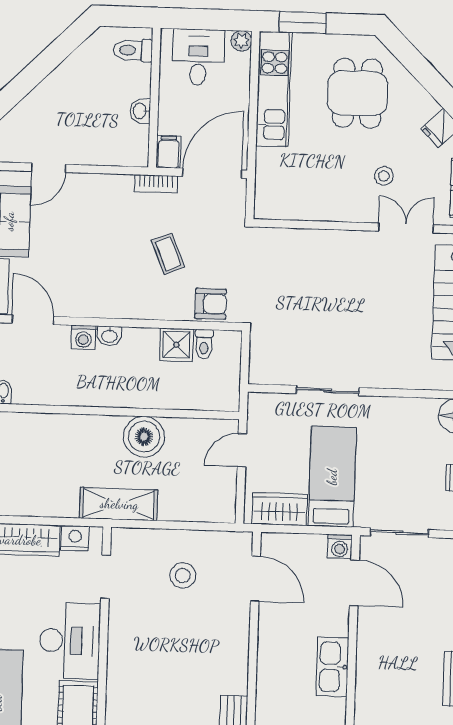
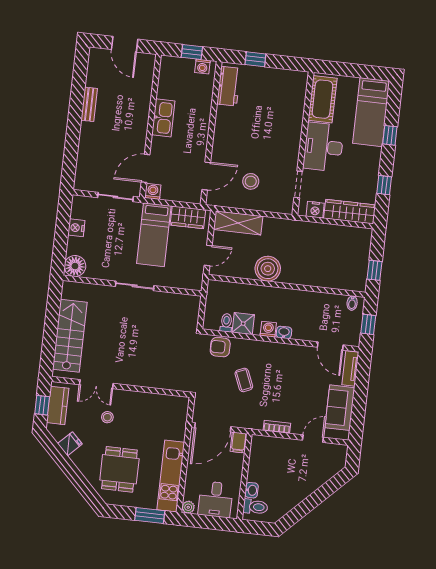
washbasin: (140, 111) -> (252, 490), moved
bookcase: (156, 184) -> (277, 427), moved
washing machine: (83, 337) -> (268, 329), moved
sliding door: (328, 391) -> (135, 286), moved
shelving: (119, 504) -> (238, 223), moved
door: (255, 579) -> (206, 176), swing flipped
door: (354, 583) -> (146, 168), hinge flipped

